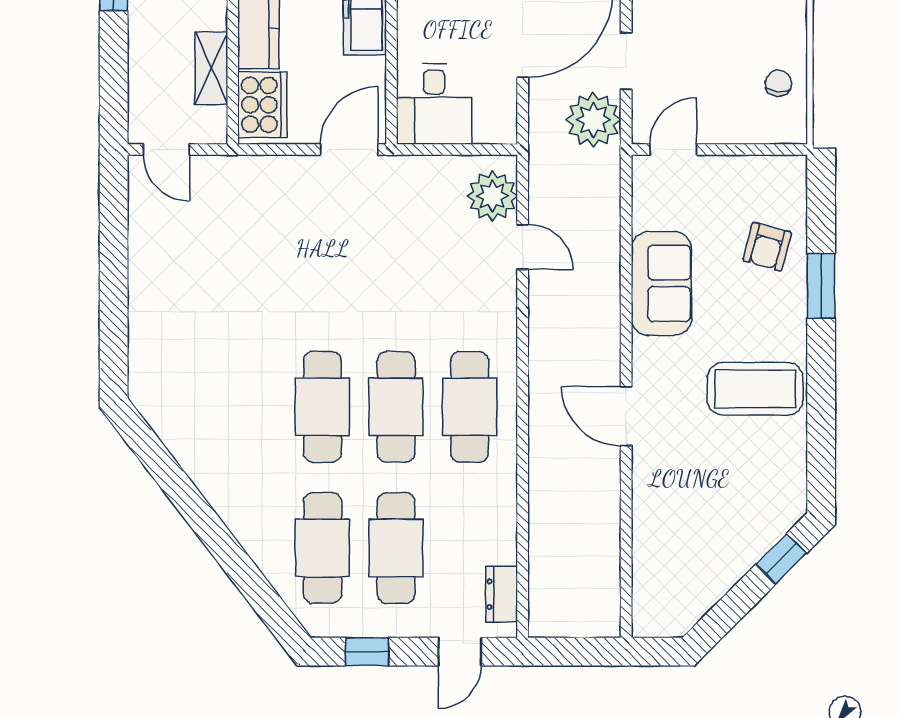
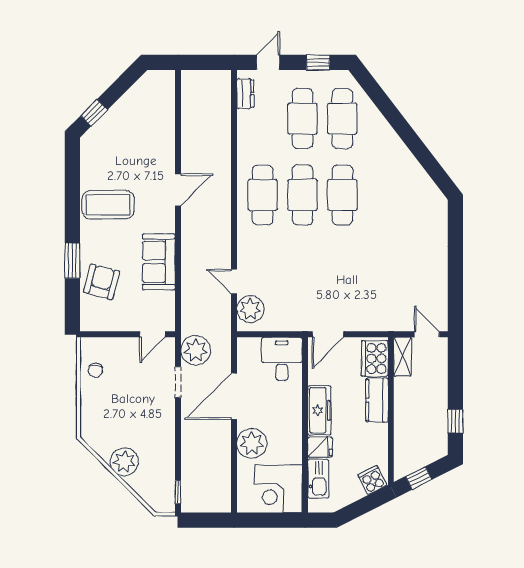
shelving: (211, 68) -> (403, 357), moved
armchair: (767, 247) -> (102, 282), width x1.38, depth x1.38
door: (626, 416) -> (178, 190), hinge flipped

